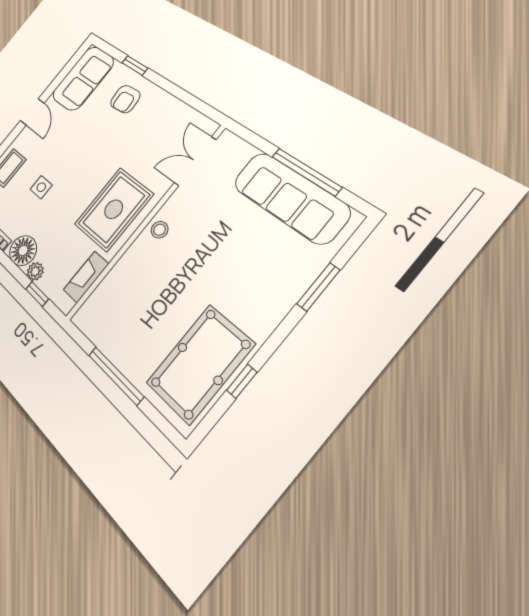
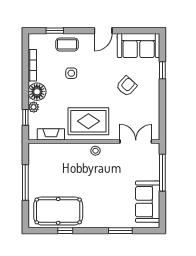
armchair: (125, 99) -> (127, 86), moved, turned 137
window: (306, 172) -> (162, 173), moved
sofa: (290, 197) -> (148, 202), width x0.73

